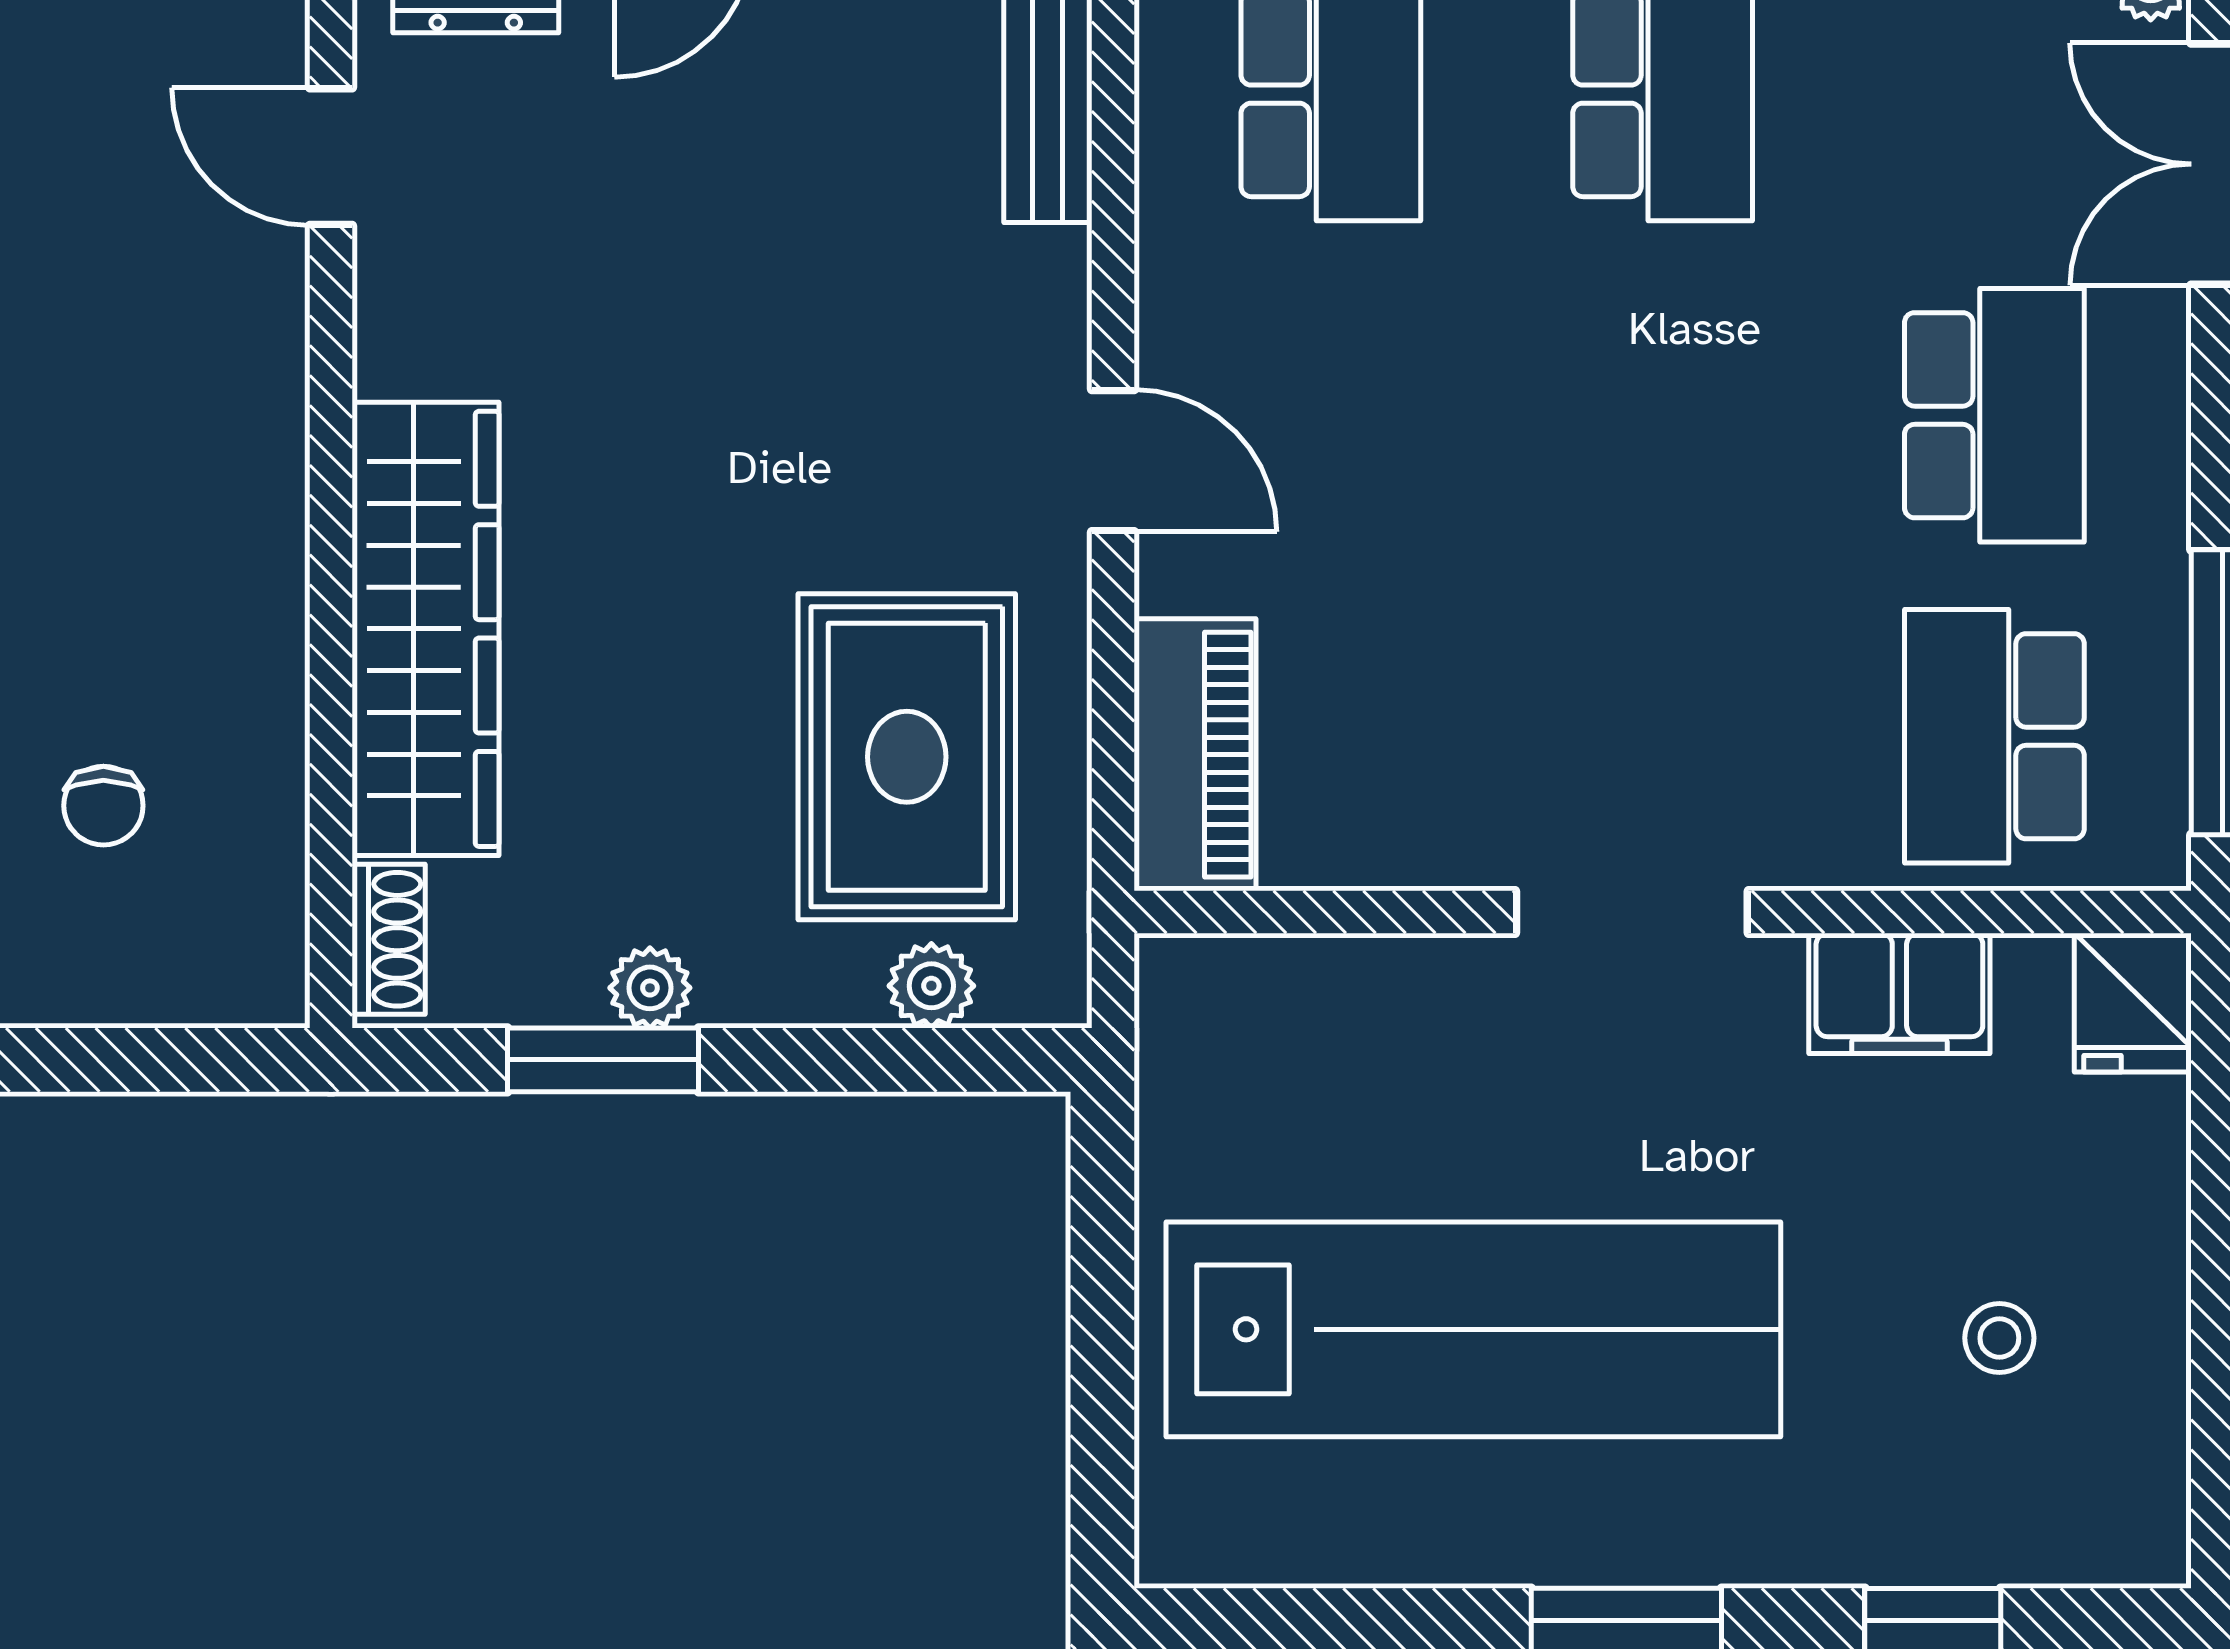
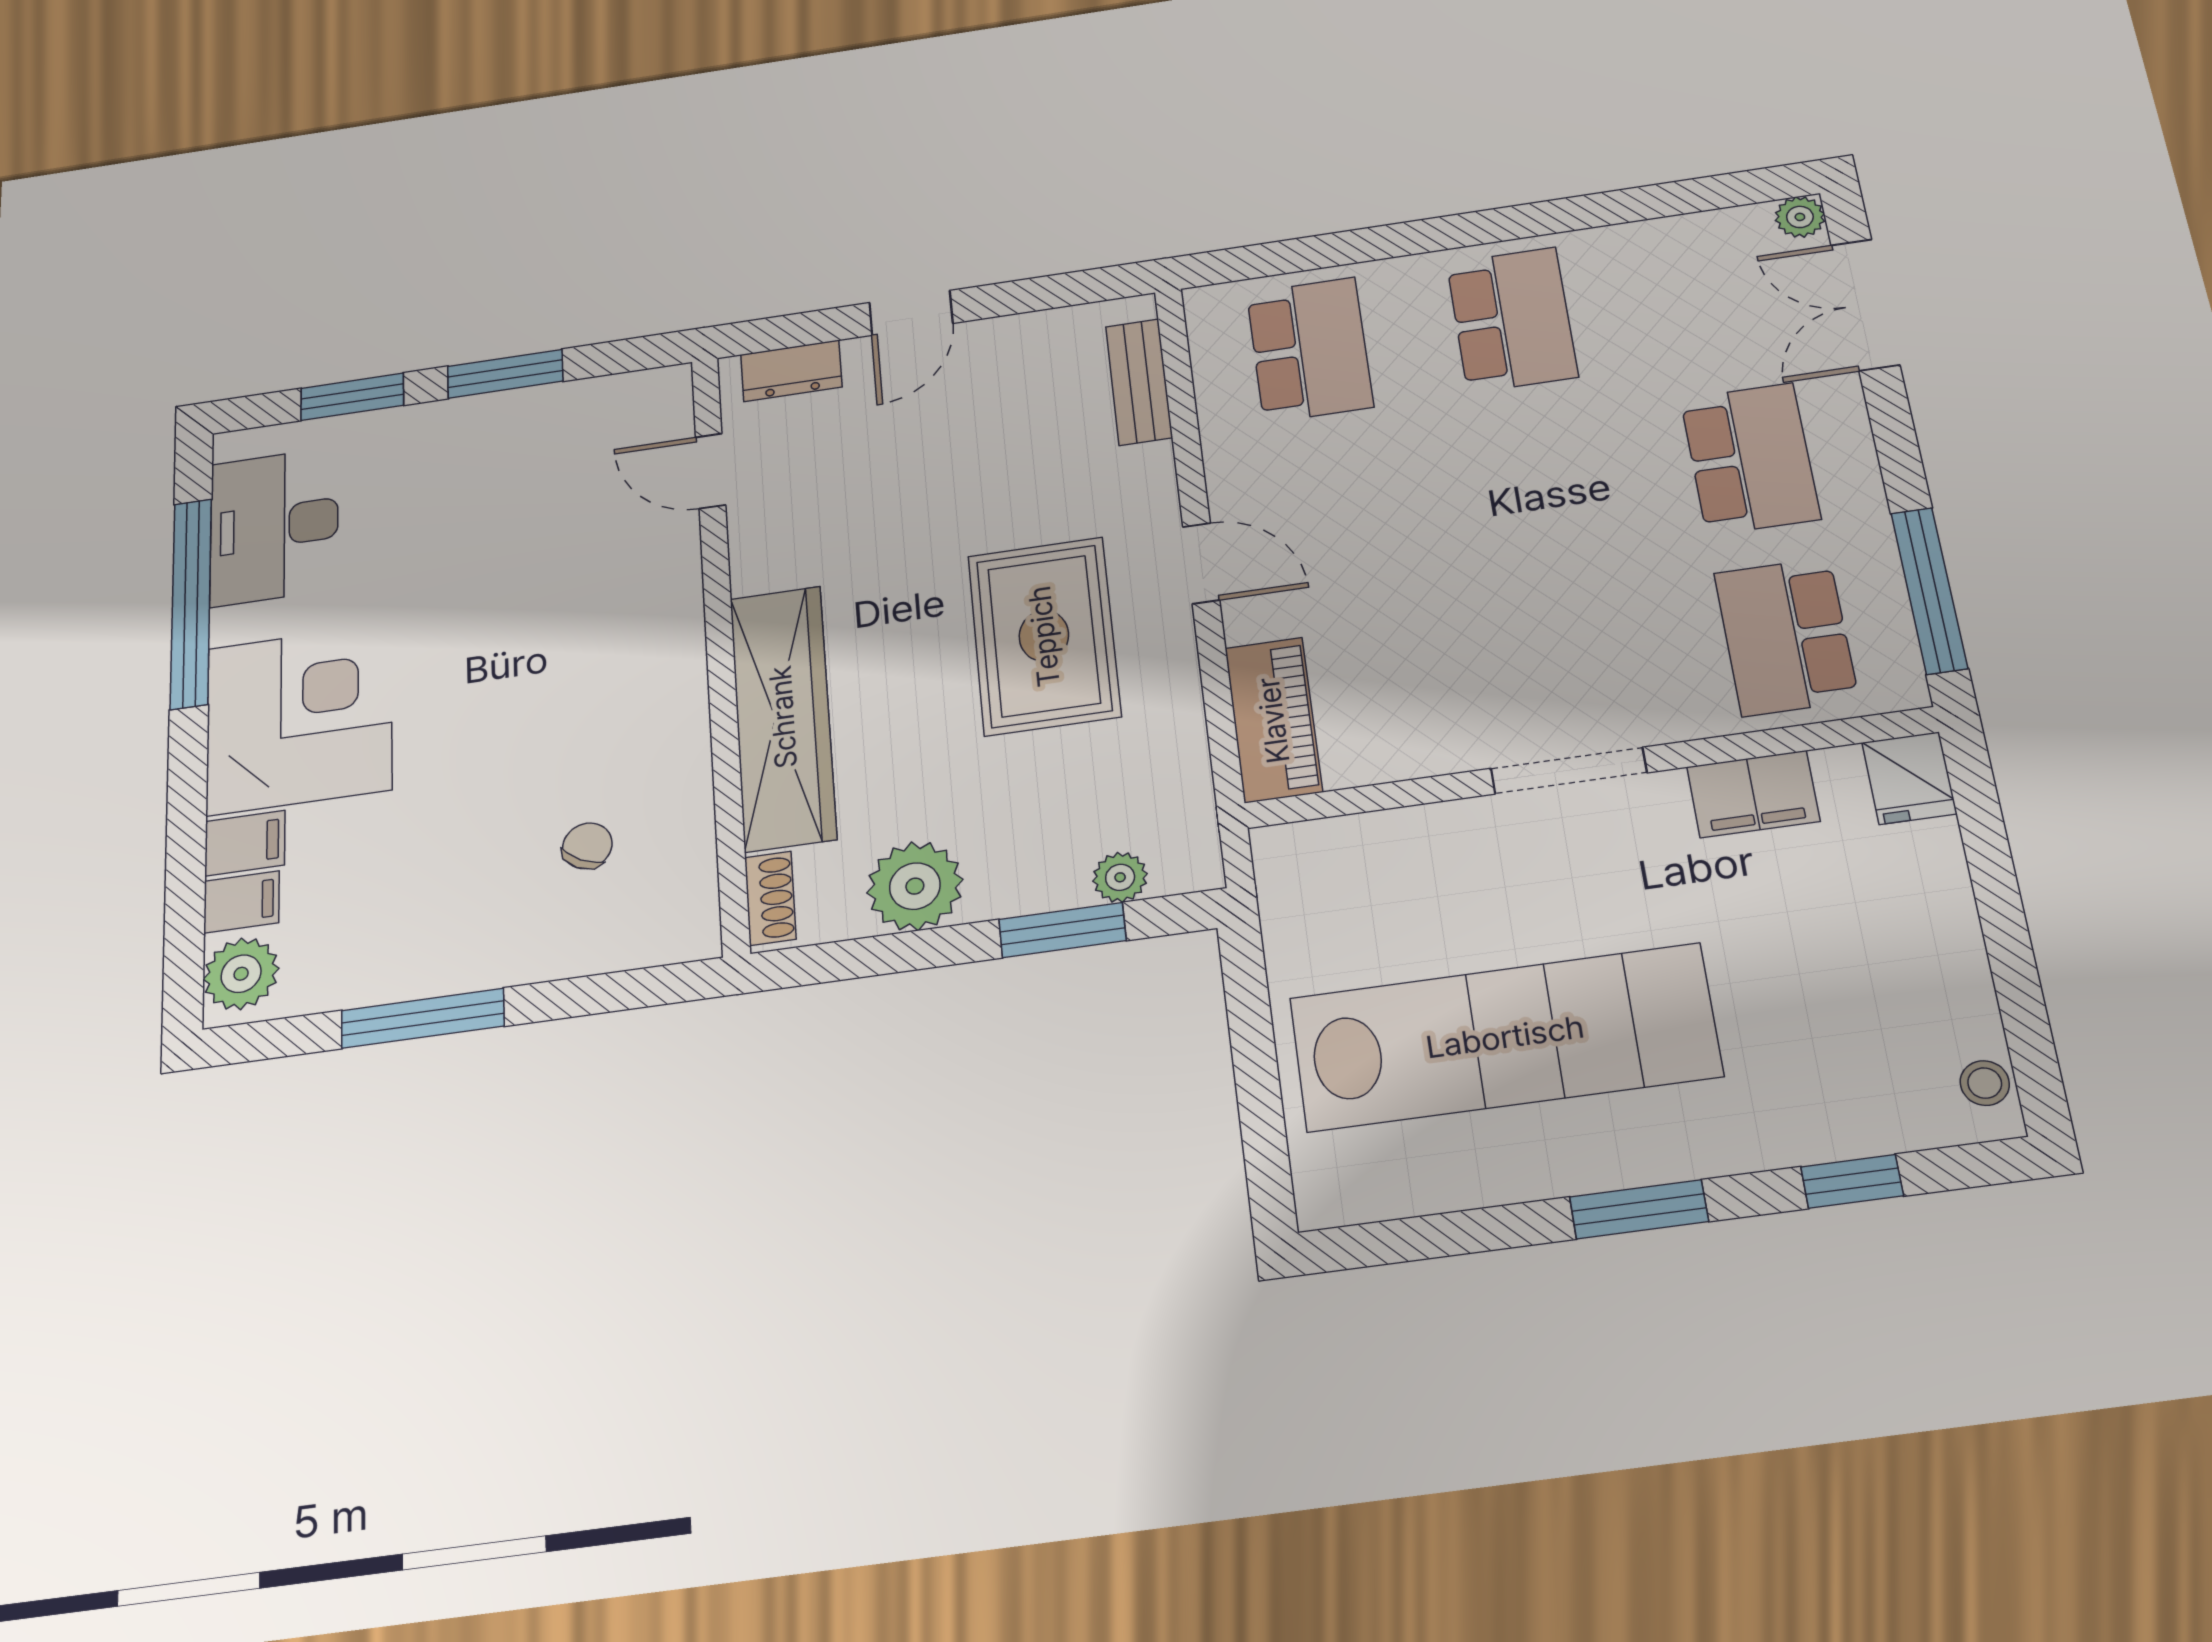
rug: (907, 757) -> (1044, 636), moved
chair: (103, 806) -> (587, 846), turned -153
plant: (650, 988) -> (915, 886), width x1.87, depth x1.87
window: (603, 1060) -> (1062, 930), moved
stool: (1999, 1338) -> (1985, 1083), moved

